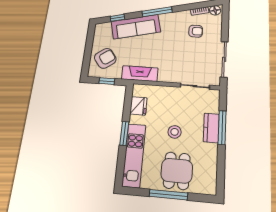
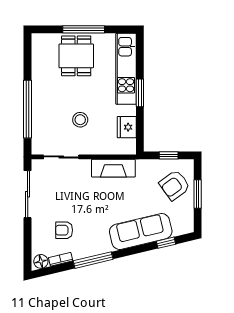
window: (157, 12) -> (93, 260), moved
window: (88, 51) -> (198, 194), added
fireplace: (140, 74) -> (113, 168), moved
kitchen counter: (211, 128) -> (40, 108), removed
window: (222, 128) -> (28, 109), width x1.46
stool: (175, 132) -> (80, 120), moved

